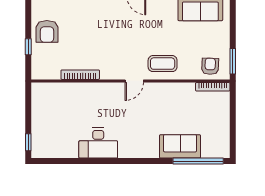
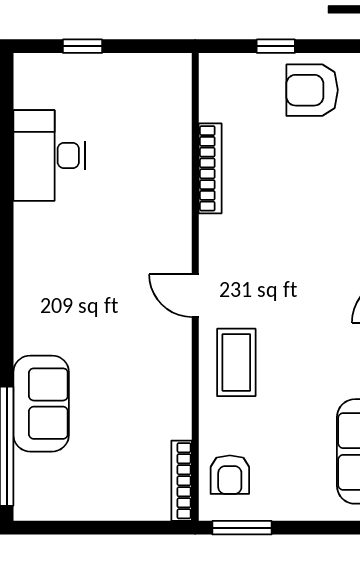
armchair: (210, 66) -> (230, 475), turned 88
window: (28, 142) -> (82, 46), moved
desk: (98, 143) -> (49, 156), moved

